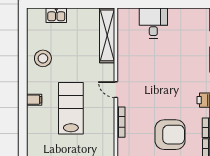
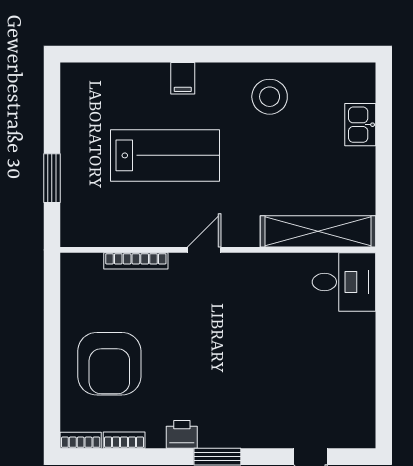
desk: (153, 23) -> (344, 282), moved

